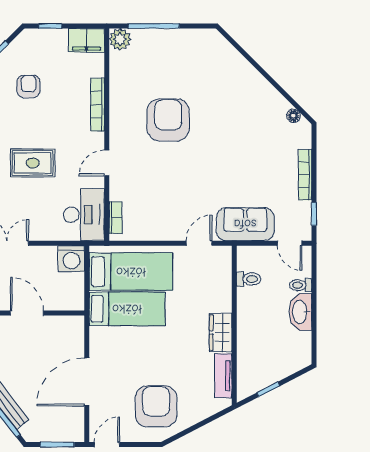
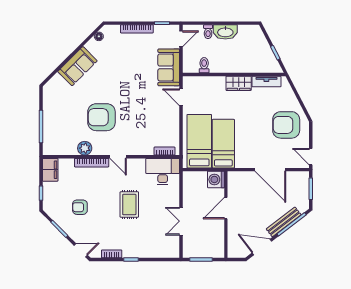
plant: (120, 39) -> (85, 148), moved
sofa: (247, 83) -> (77, 66), added
door: (107, 163) -> (118, 157), moved
washing machine: (71, 259) -> (216, 179), moved, turned 180

